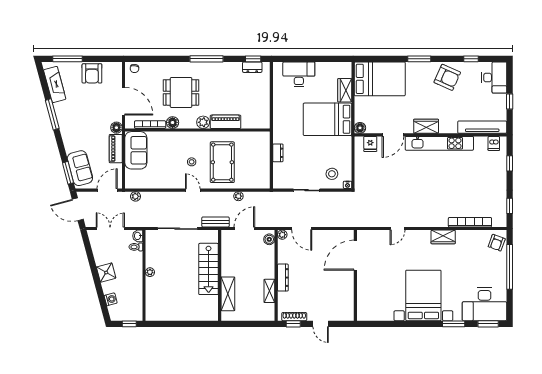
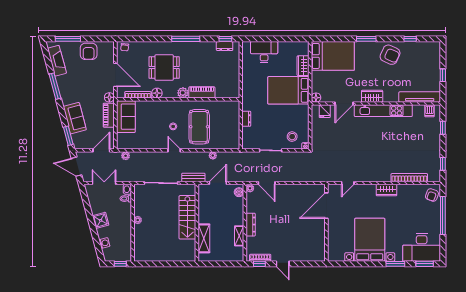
desk: (494, 77) -> (430, 55), removed
sofa: (80, 168) -> (75, 118), moved
door: (355, 255) -> (326, 206), moved
wall: (355, 275) -> (326, 223), moved

